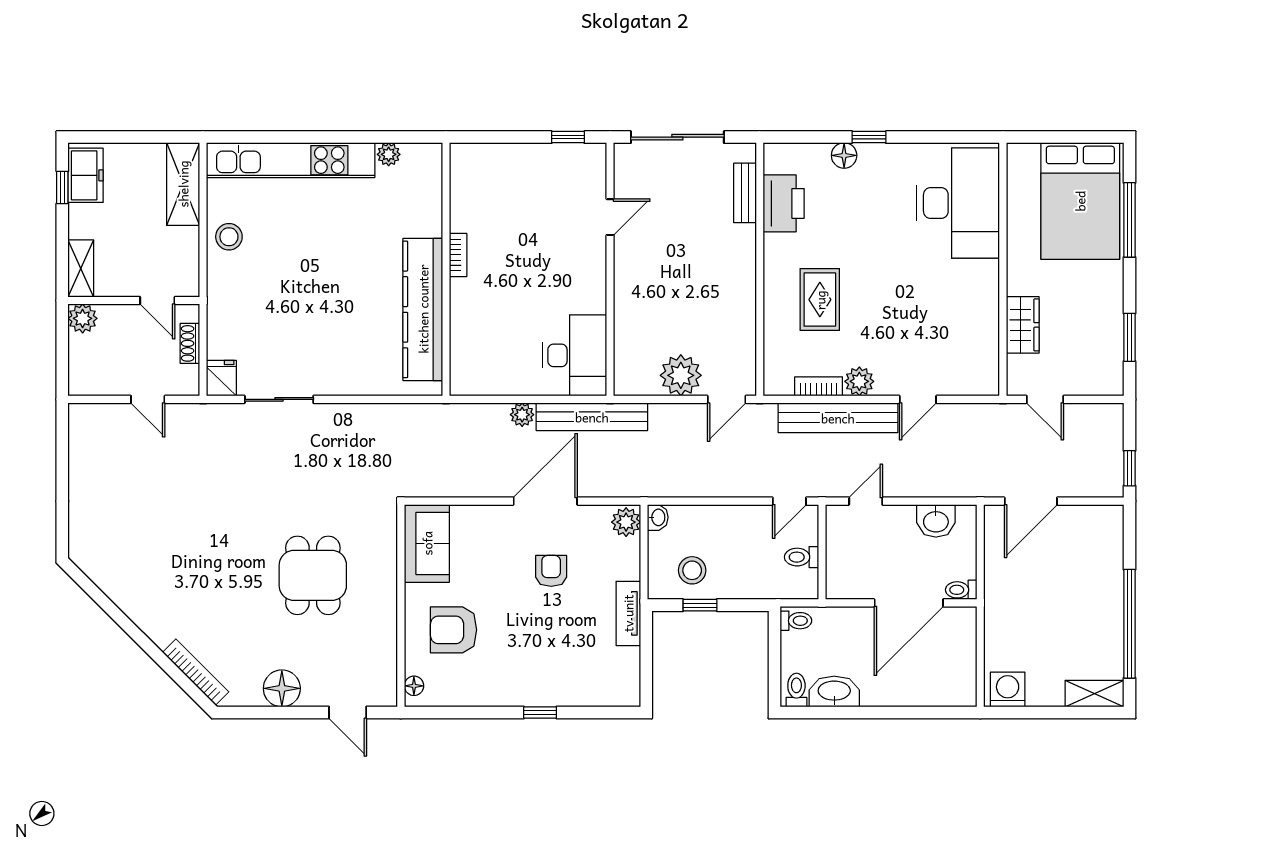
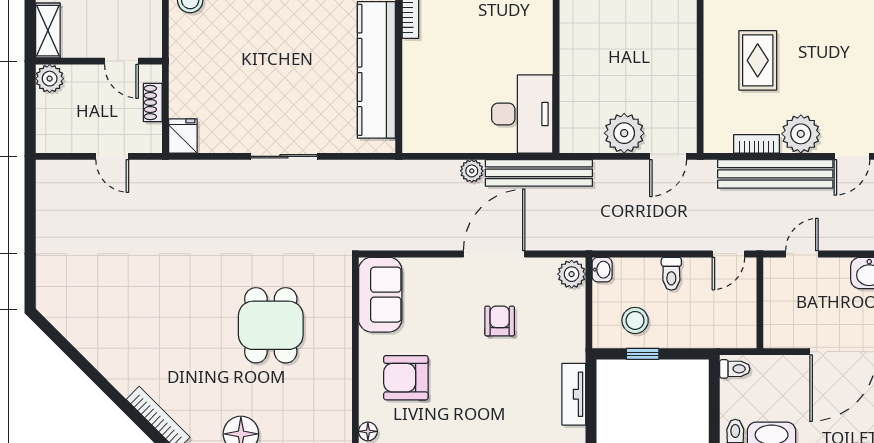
plant: (859, 381) -> (801, 134), width x1.36, depth x1.36
sliding door: (279, 399) -> (284, 156), moved
toilet: (801, 557) -> (671, 274), moved, turned -90
tv unit: (628, 613) -> (574, 394), moved

